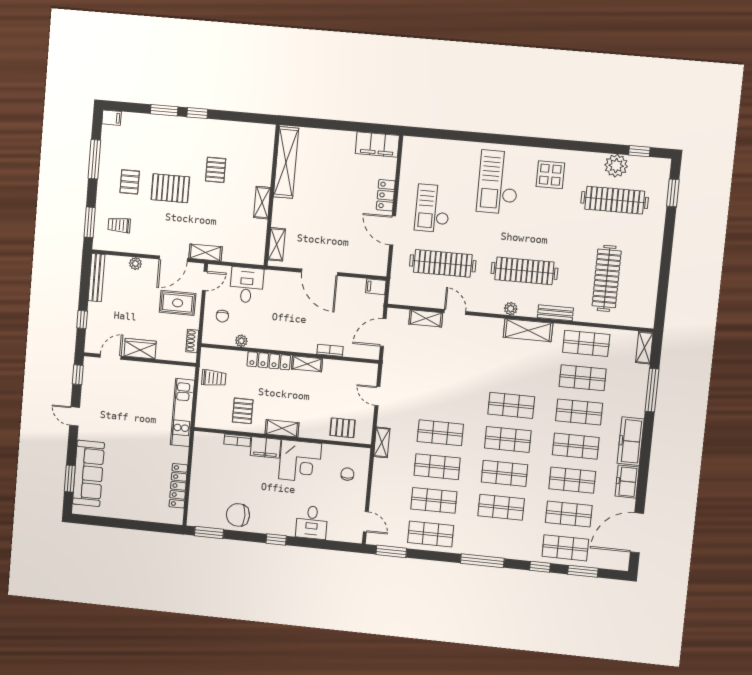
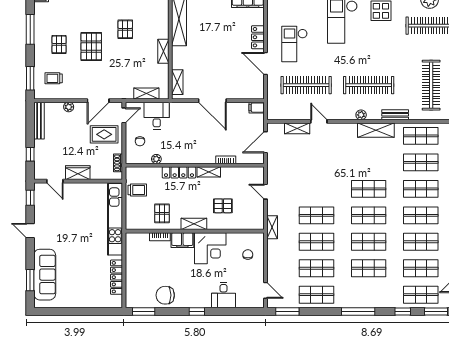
pallet: (170, 188) -> (91, 47), turned 90
shelving: (205, 253) -> (146, 93), moved
door: (111, 357) -> (55, 181), swing flipped
kitchen unit: (182, 412) -> (115, 219), width x1.36
pallet: (343, 428) -> (223, 206), moved

